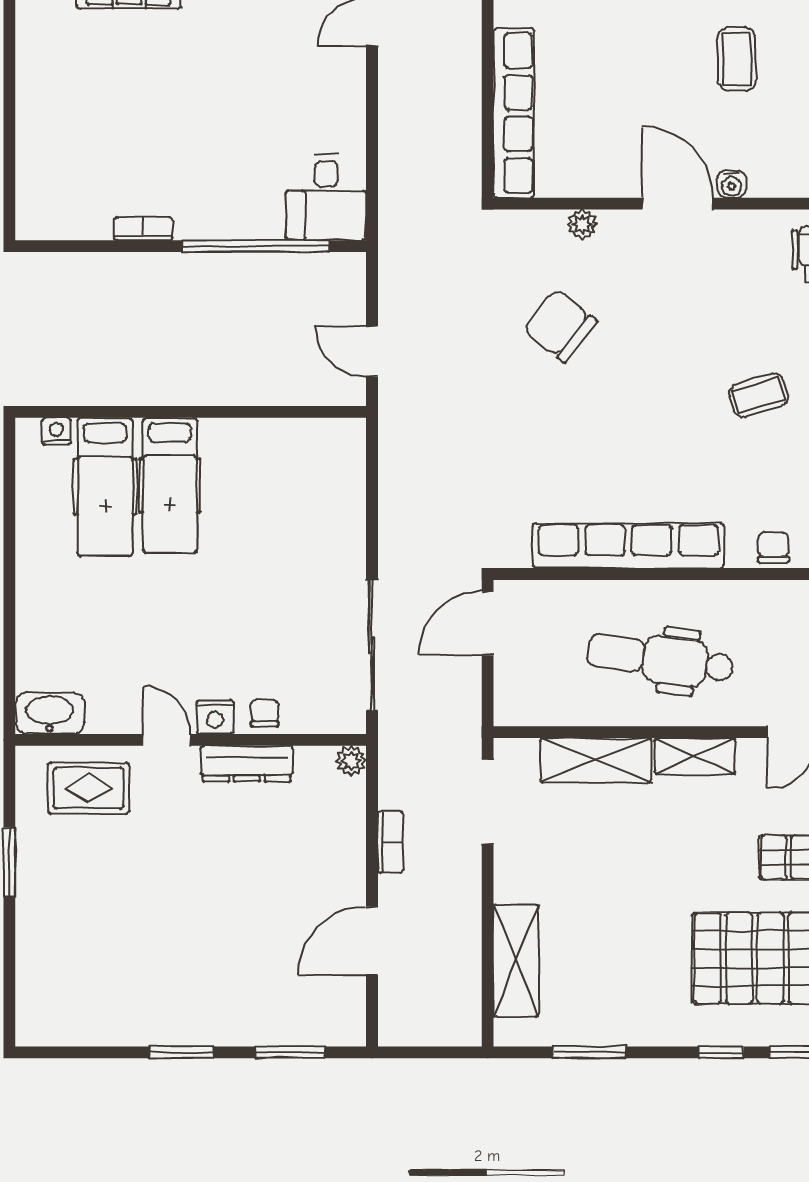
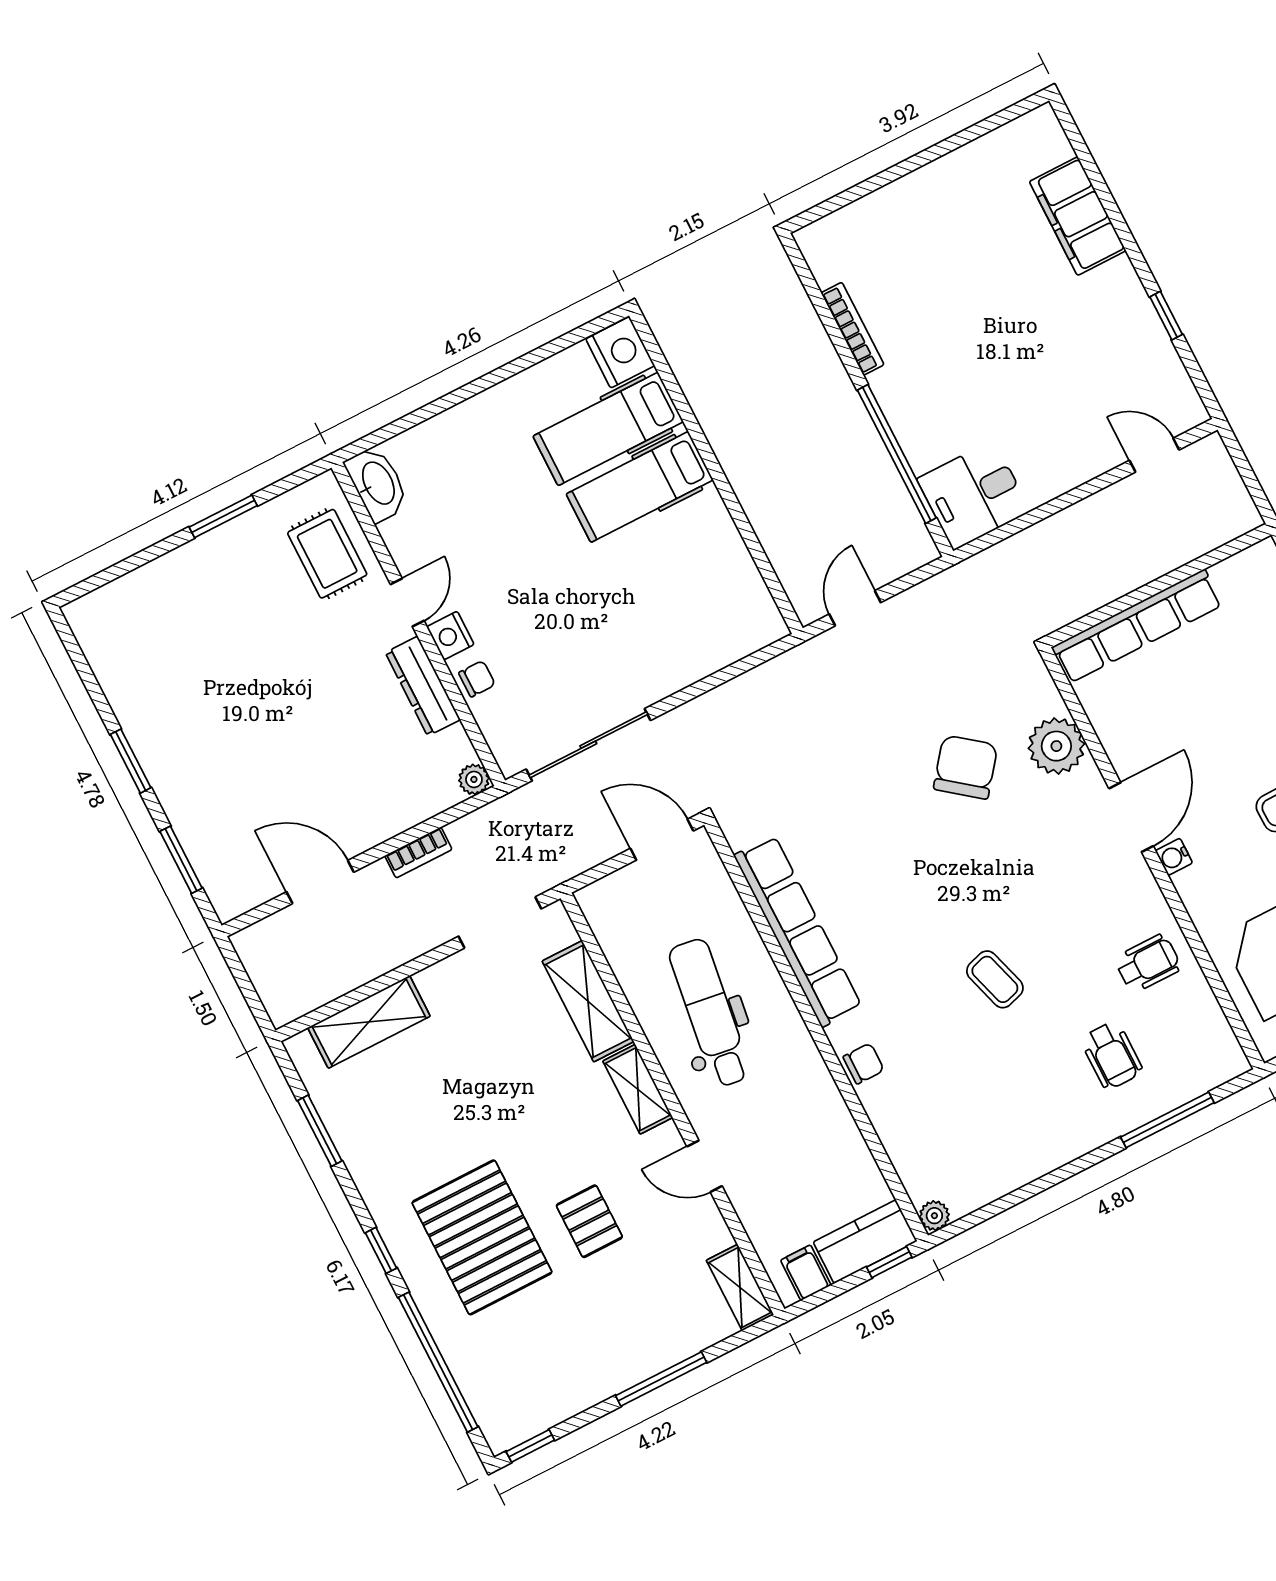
plant: (582, 224) -> (1056, 746), width x1.88, depth x1.88
bookcase: (143, 229) -> (853, 329), width x1.56
nightstand: (56, 431) -> (620, 352), width x1.89, depth x1.79

